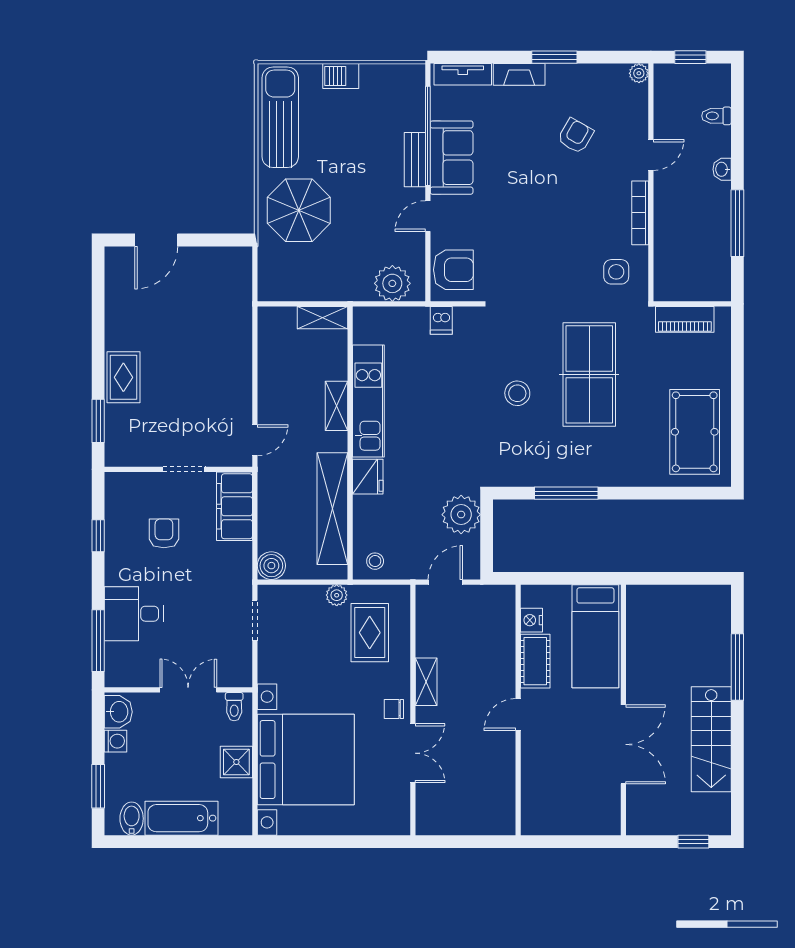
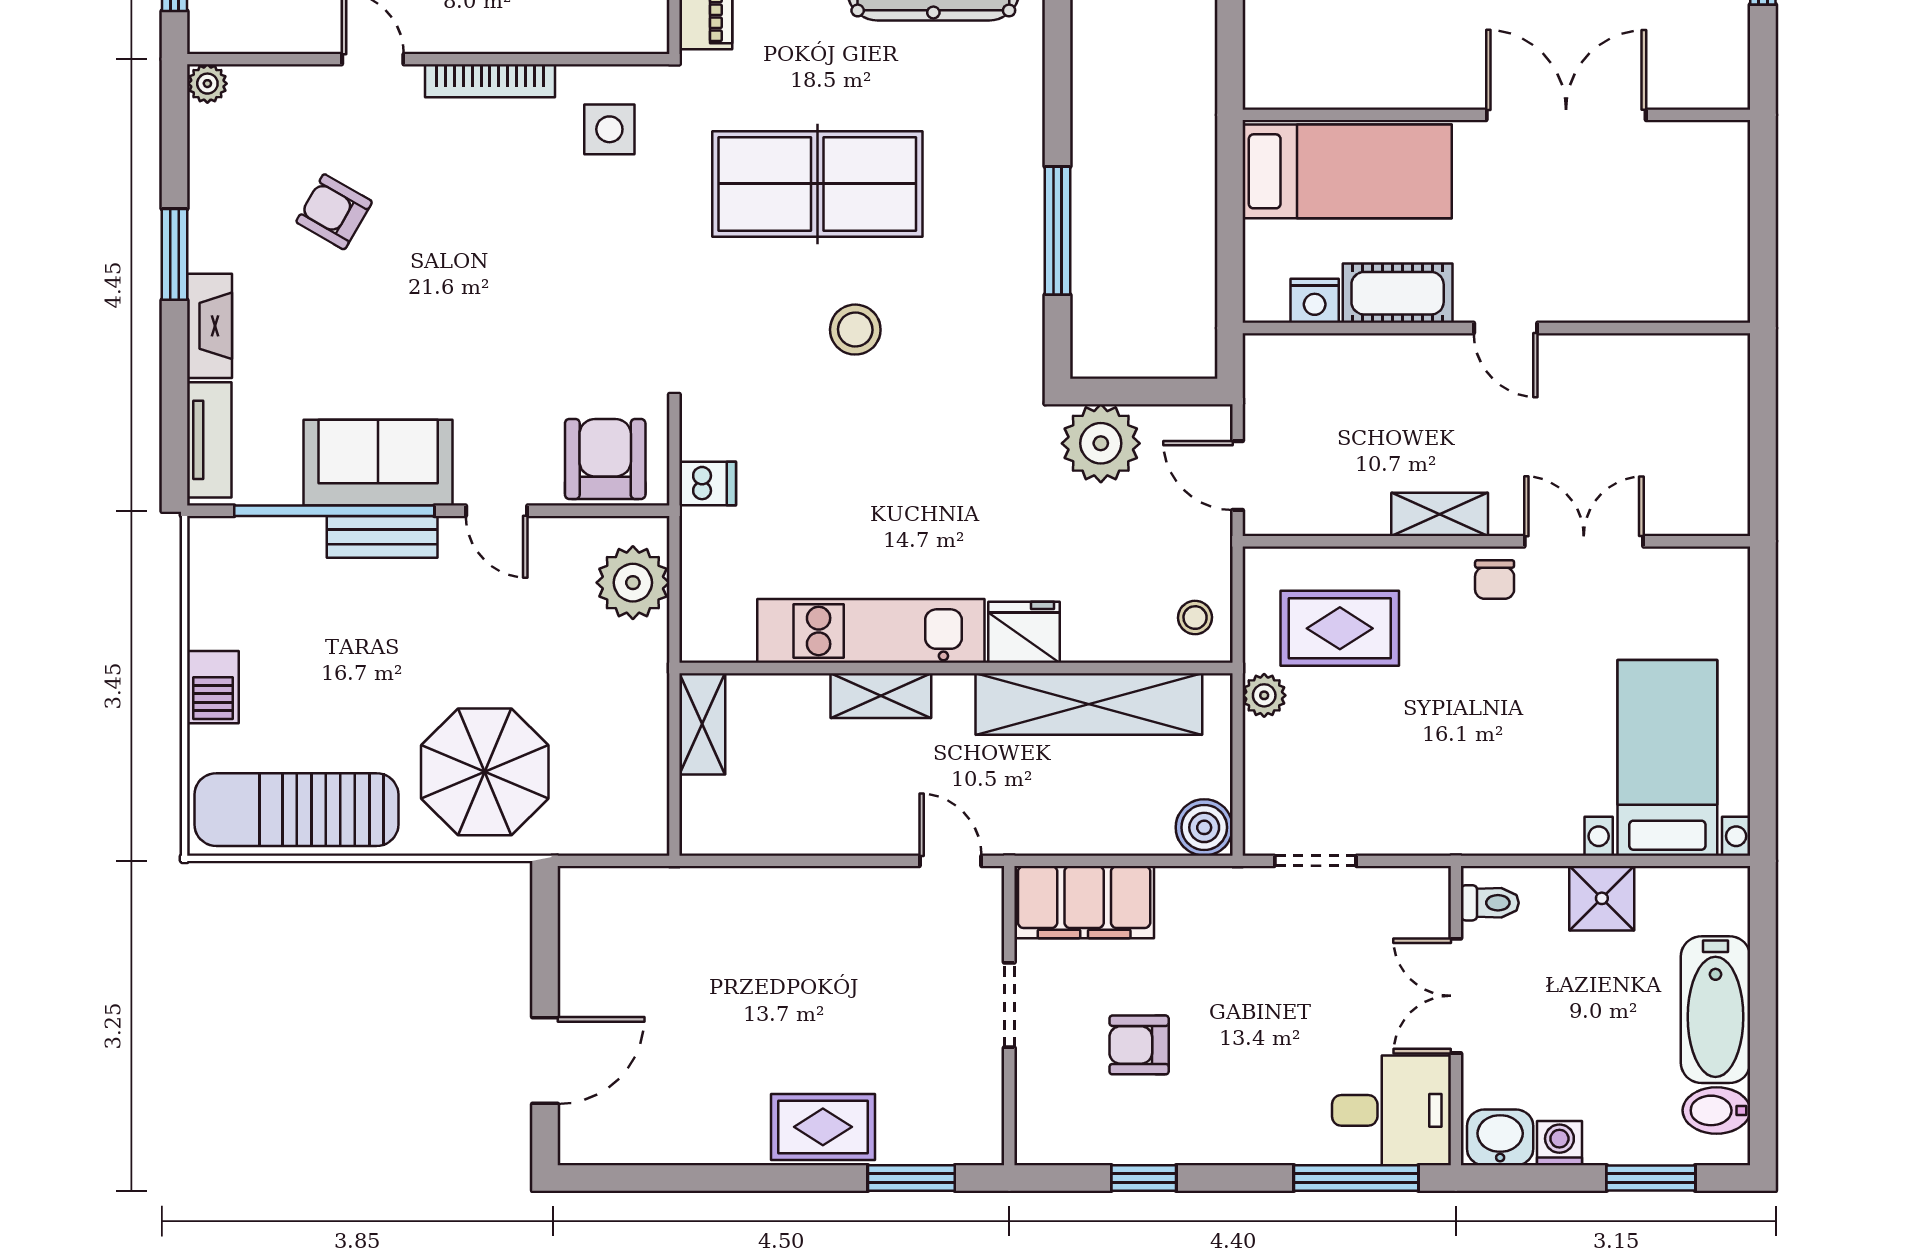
door: (156, 240) -> (545, 1061), hinge flipped
desk: (134, 614) -> (1391, 1110), moved, turned -90
bed with nightstands: (306, 760) -> (1667, 758), width x0.54

